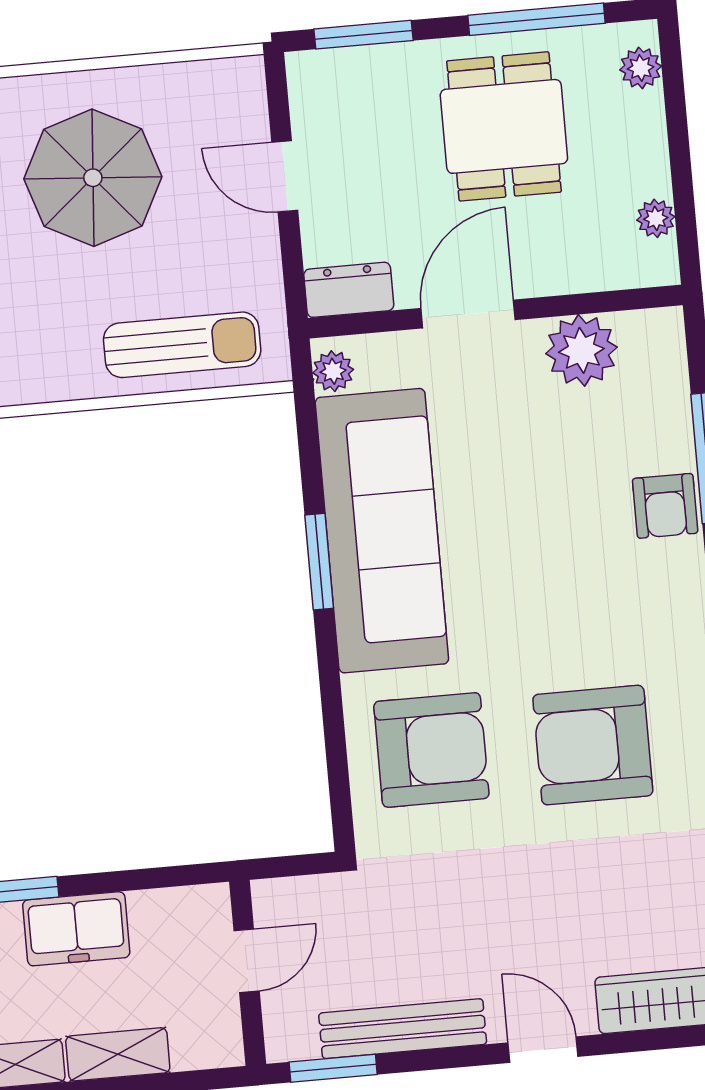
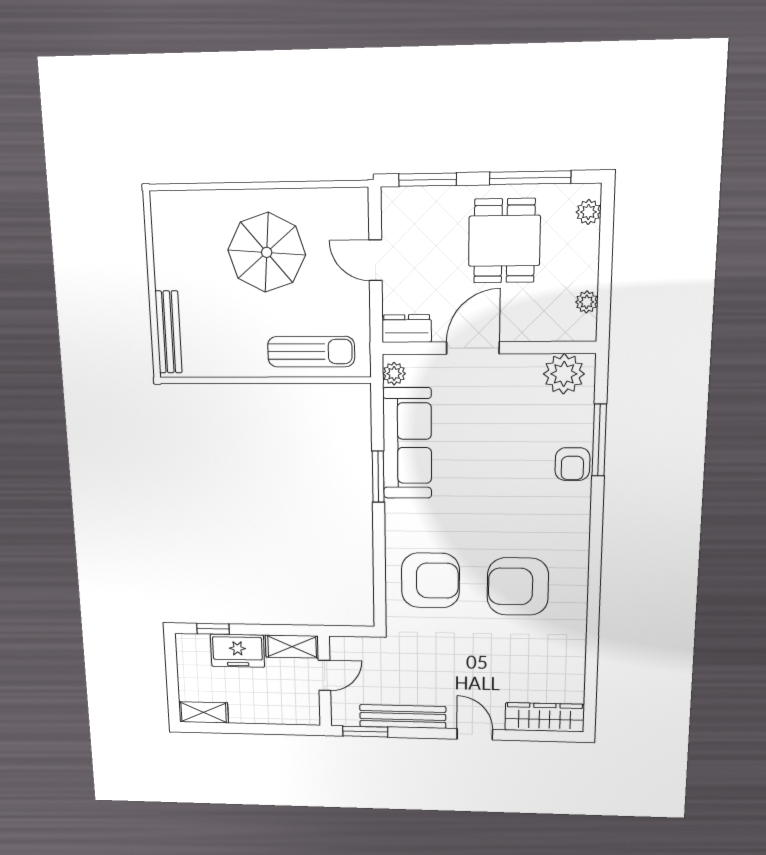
plant: (581, 350) -> (564, 374), moved
sofa: (382, 531) -> (407, 443), width x0.74, depth x0.79
shelving: (118, 1054) -> (292, 647), moved

